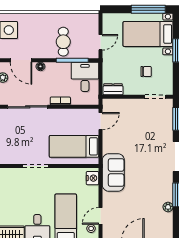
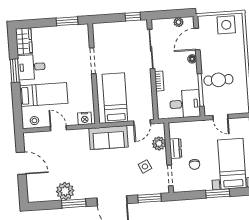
dresser: (113, 89) -> (176, 148), moved
plant: (123, 106) -> (159, 143), added
door: (100, 121) -> (142, 122), hinge flipped
side table: (145, 121) -> (145, 166), added
sofa: (113, 172) -> (109, 138), moved
plant: (168, 207) -> (65, 191), width x1.88, depth x1.88
door: (100, 216) -> (58, 128), moved

